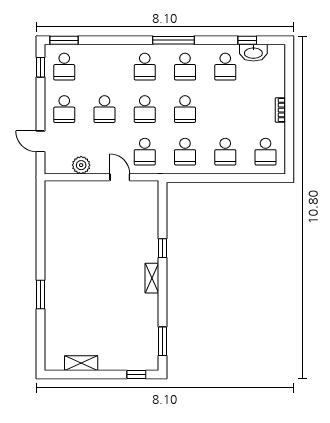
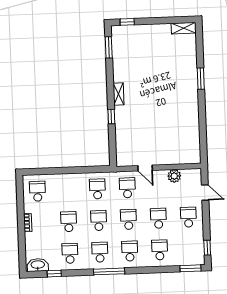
washbasin: (253, 53) -> (38, 265), moved
school desk: (64, 67) -> (160, 250), moved
school desk: (225, 152) -> (69, 222), moved
shelving: (81, 363) -> (184, 28), moved

